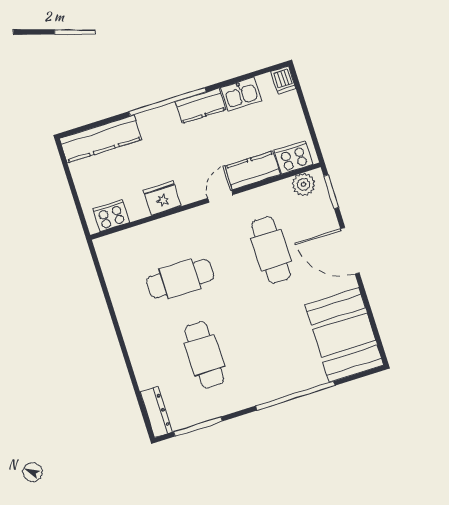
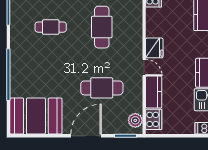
fridge: (162, 198) -> (154, 48), moved
cafe table: (204, 355) -> (51, 27), width x0.73, depth x0.74

